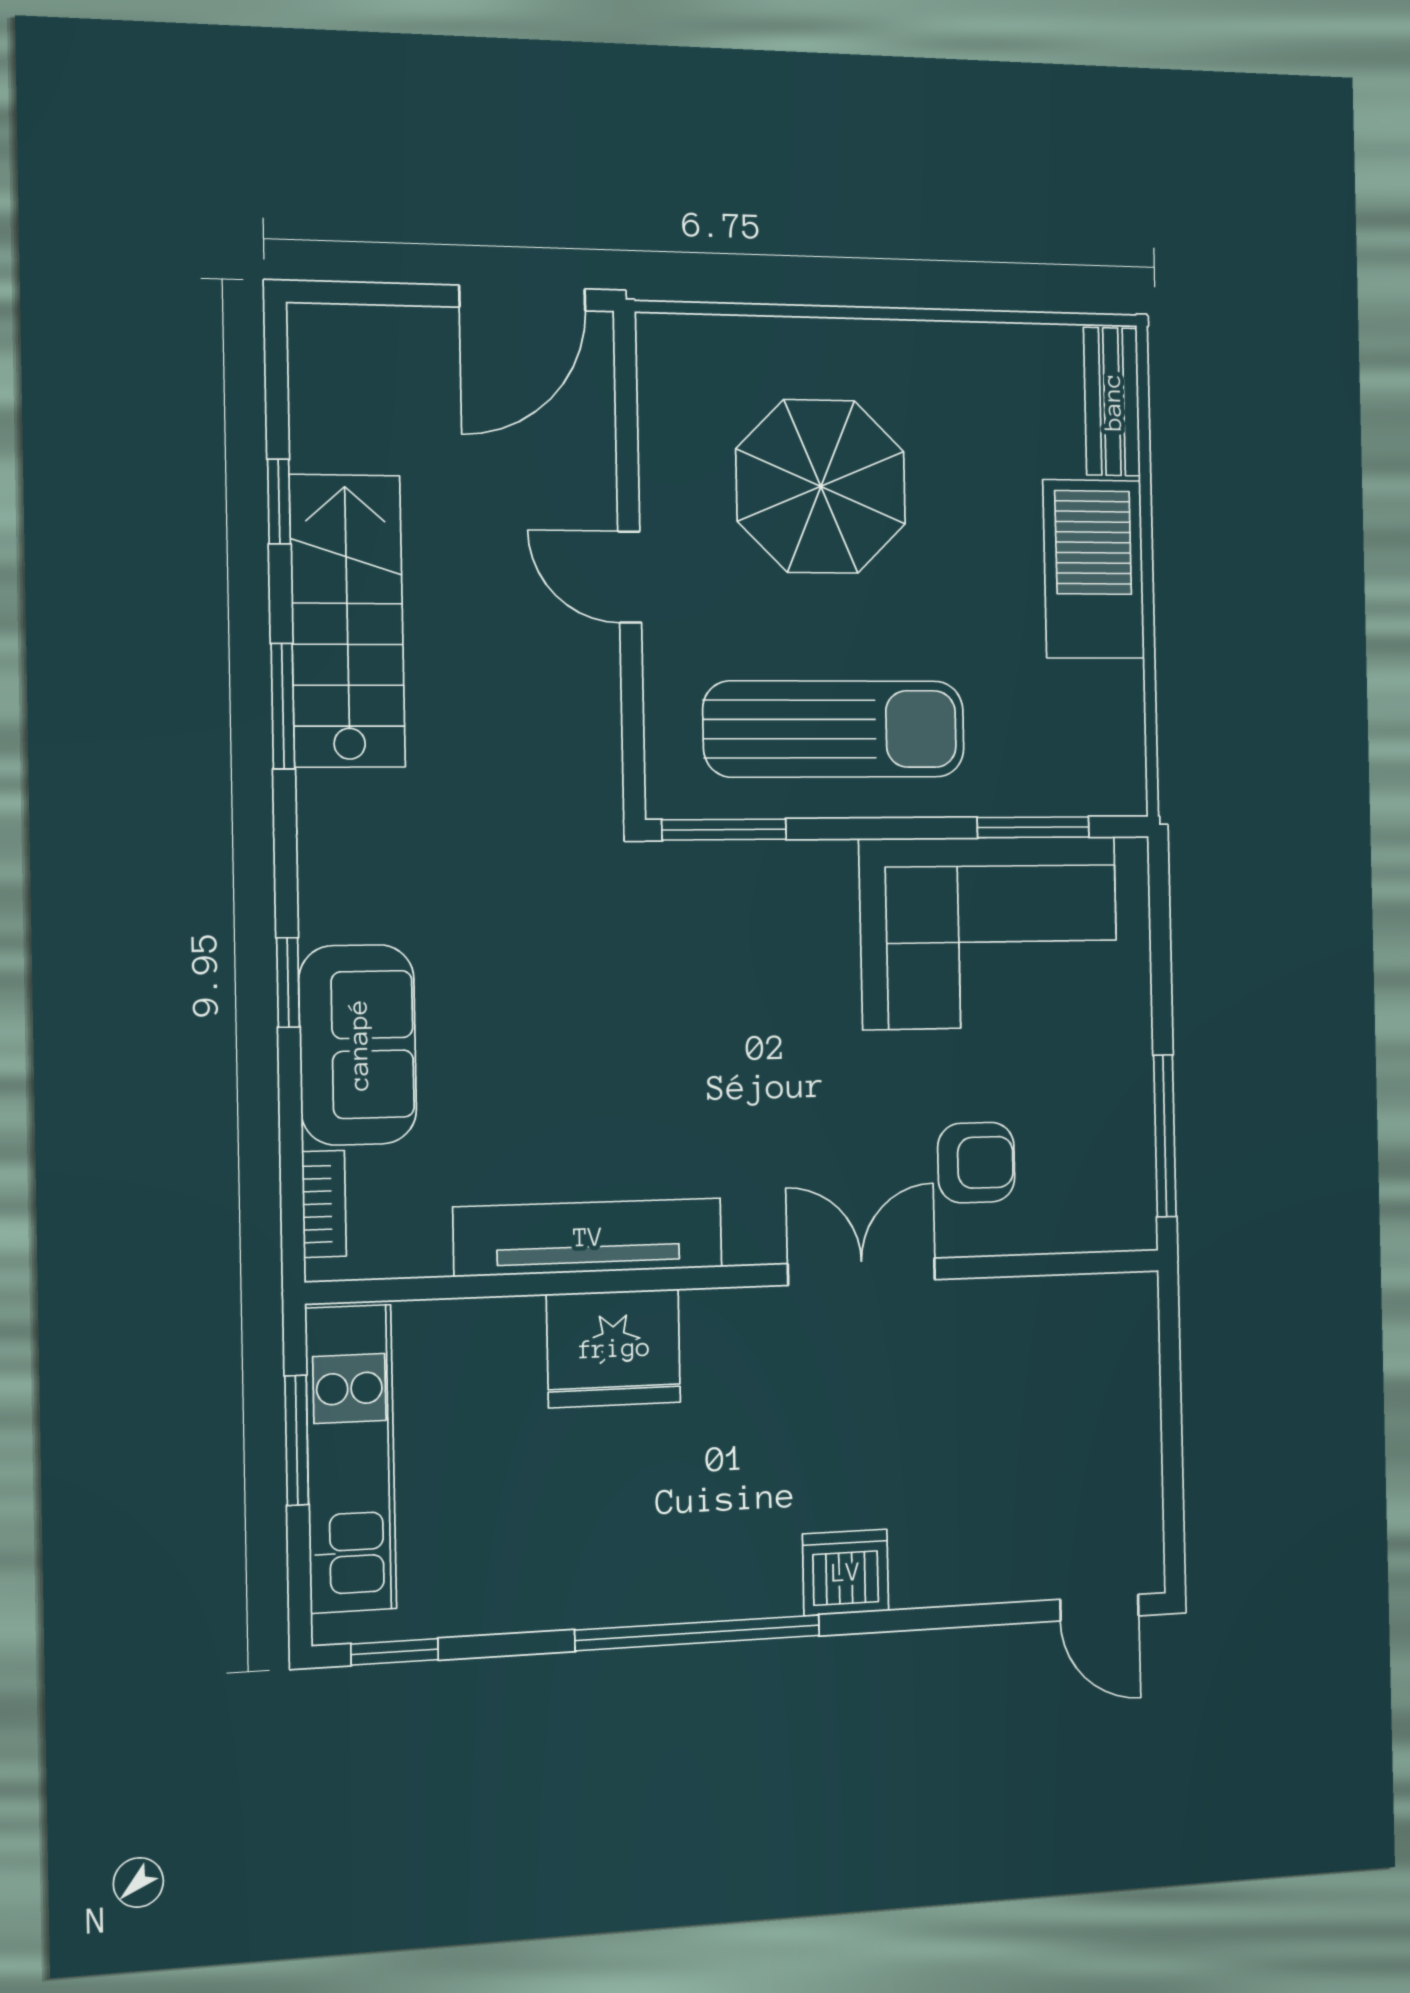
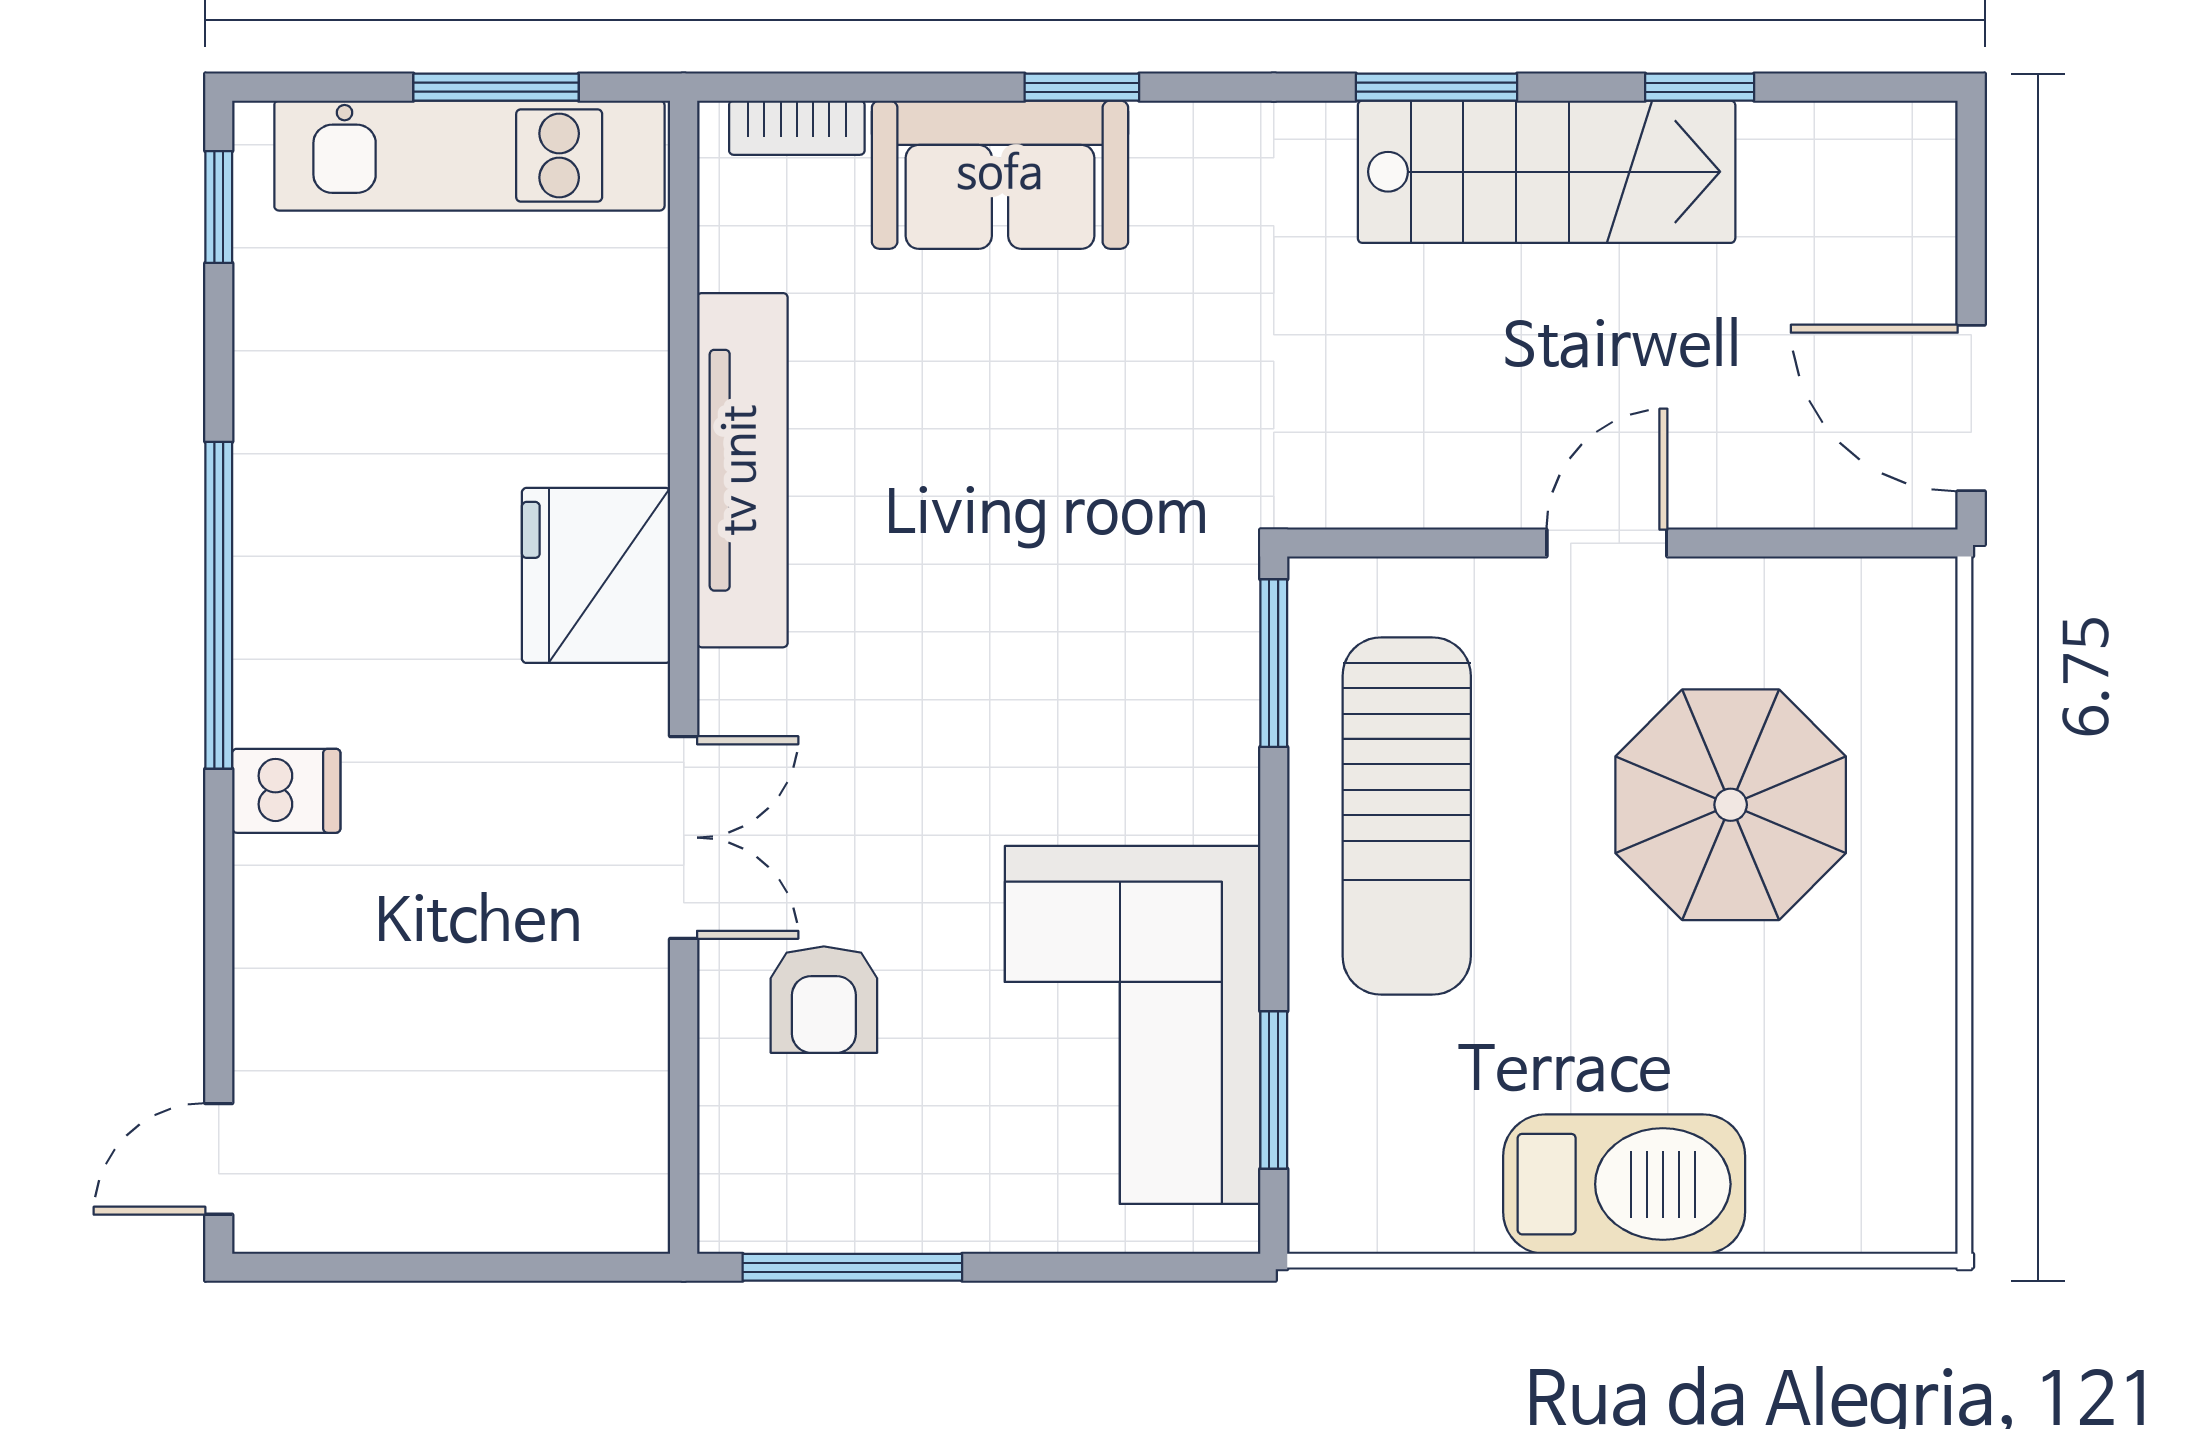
bench: (1112, 402) -> (1853, 1215), removed
fridge: (614, 1348) -> (596, 575), moved
dishwasher: (846, 1572) -> (286, 791), width x0.73

